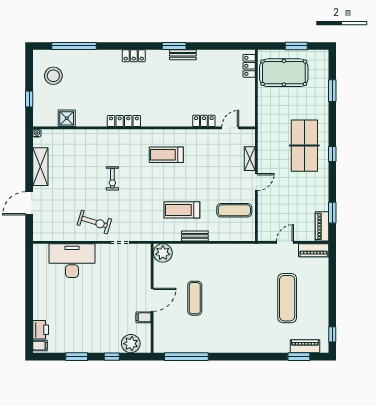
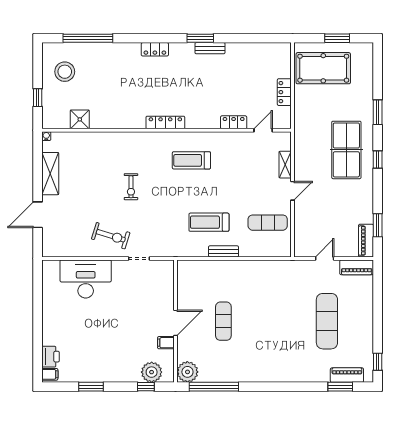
locker: (249, 66) -> (284, 92), moved
window: (332, 91) -> (378, 112), moved
locker: (124, 121) -> (165, 122), moved
plant: (163, 253) -> (187, 372), moved
window: (112, 357) -> (146, 387), moved

